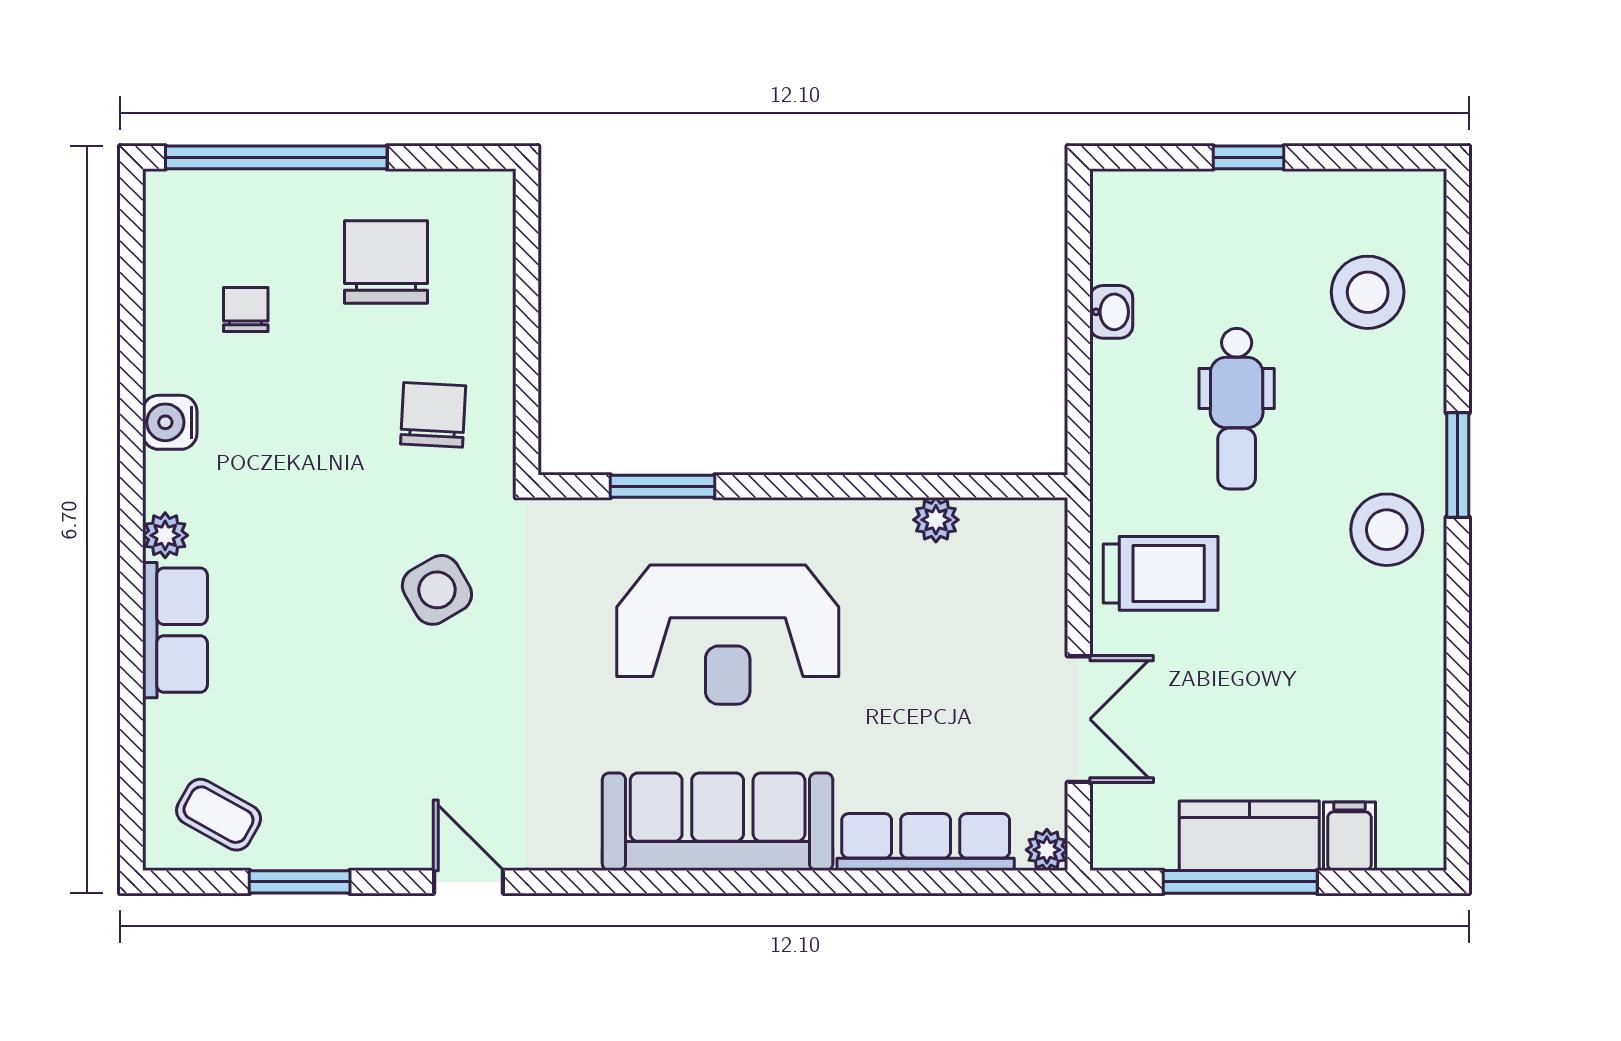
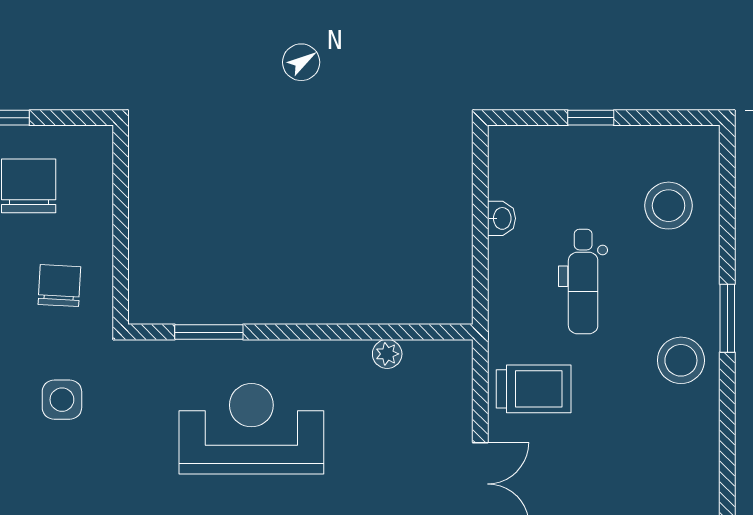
side table: (437, 590) -> (62, 400), turned 30
reception desk: (728, 635) -> (251, 429), turned 180

